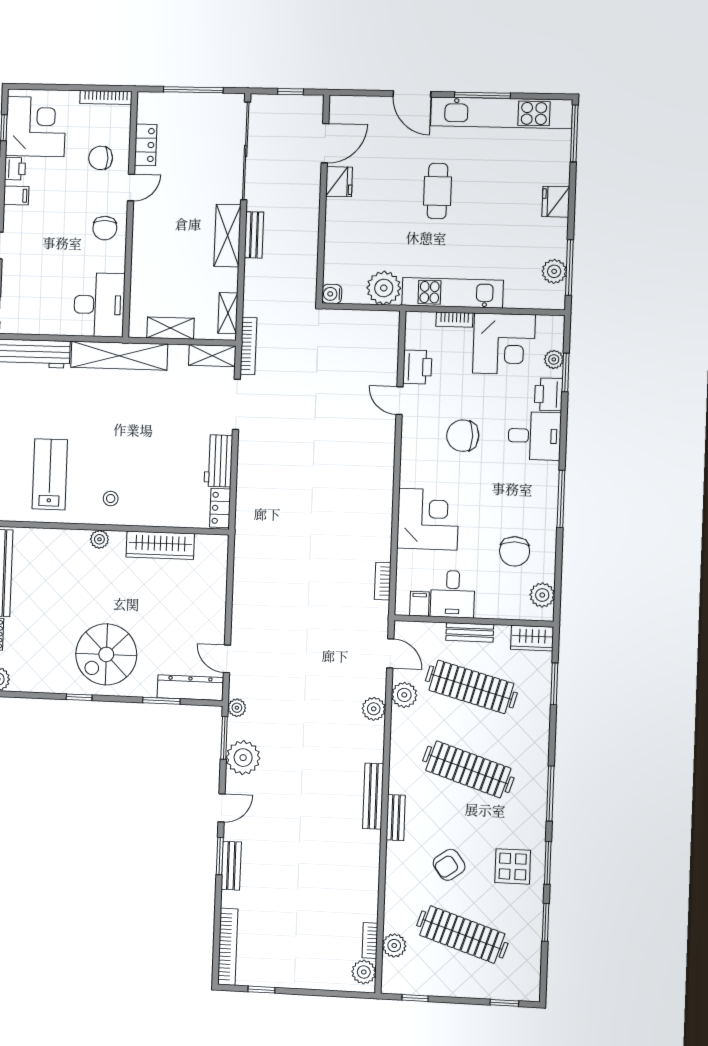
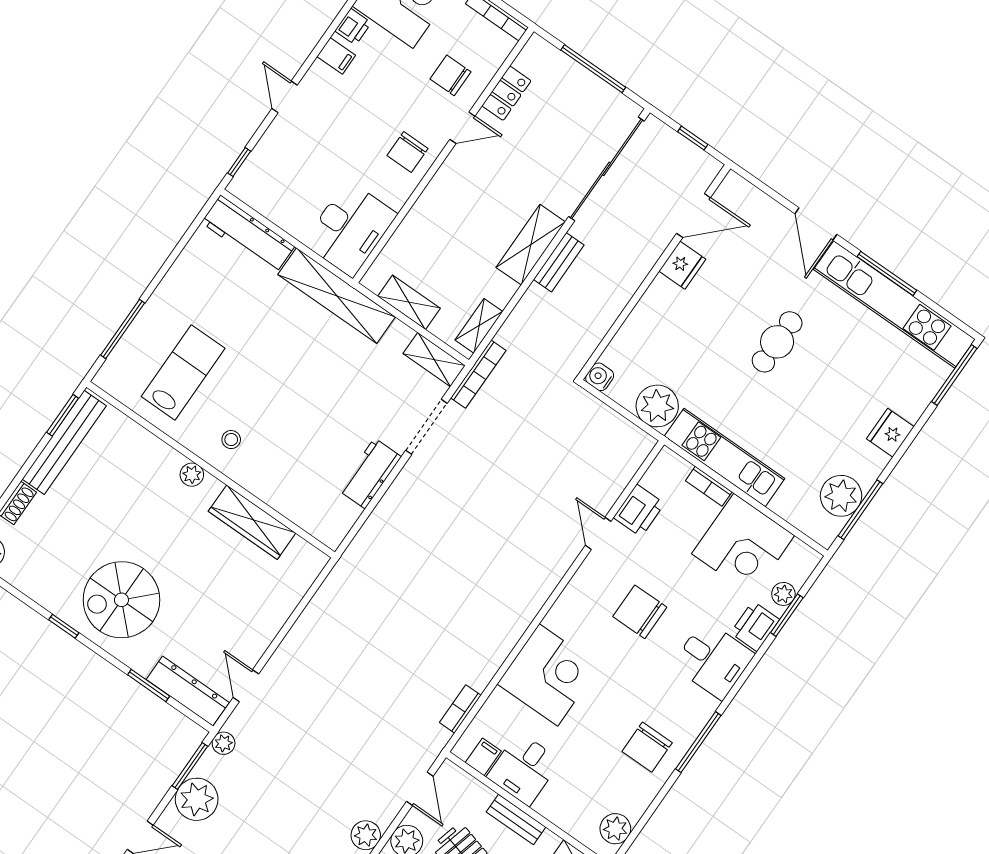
plant: (554, 271) -> (841, 496), width x1.36, depth x1.36
locker: (220, 508) -> (340, 524), removed
chair: (515, 551) -> (647, 747), moved

